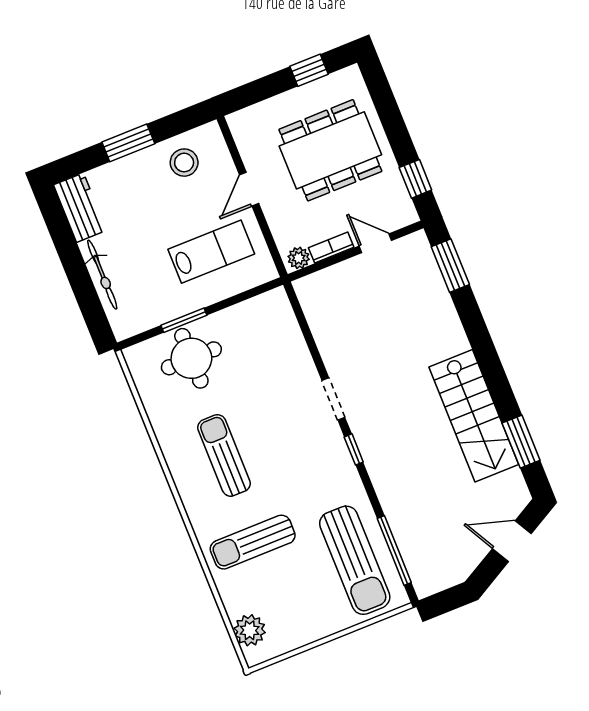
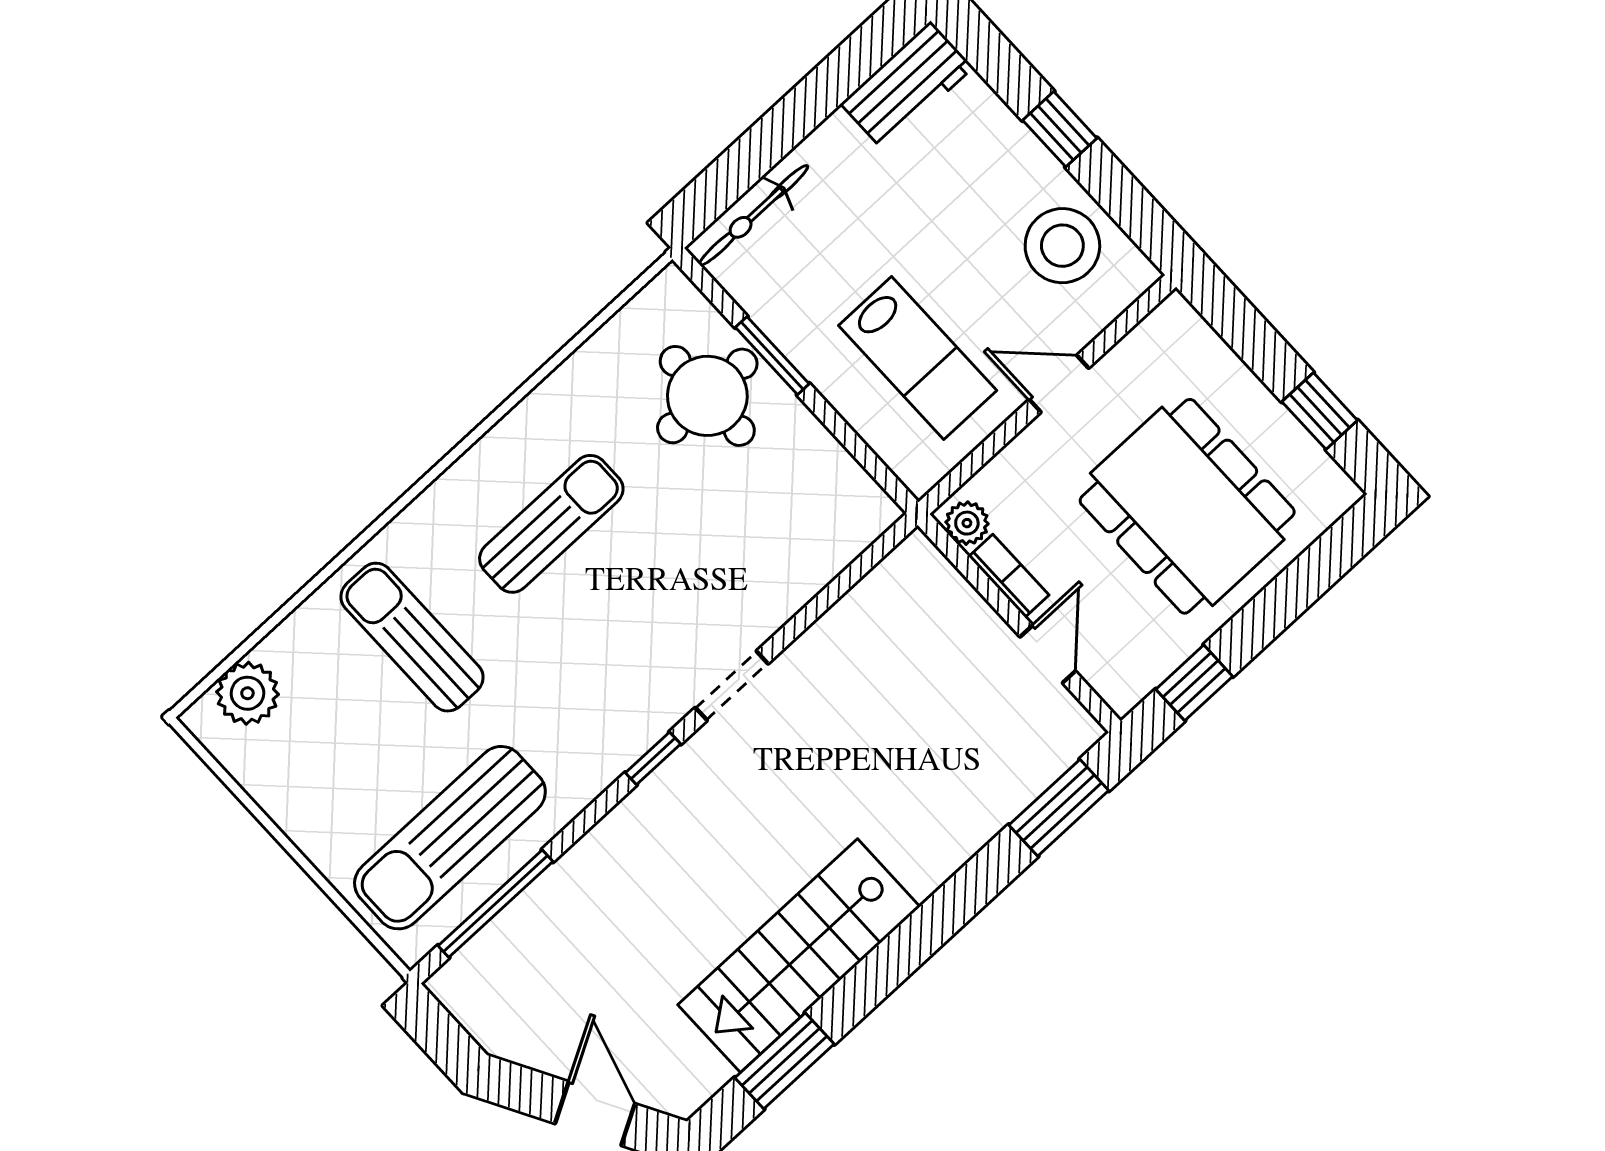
window: (128, 143) -> (1060, 129), width x0.67
stool: (184, 163) -> (1062, 246), width x1.38, depth x1.38
bicycle: (102, 275) -> (753, 215), moved

